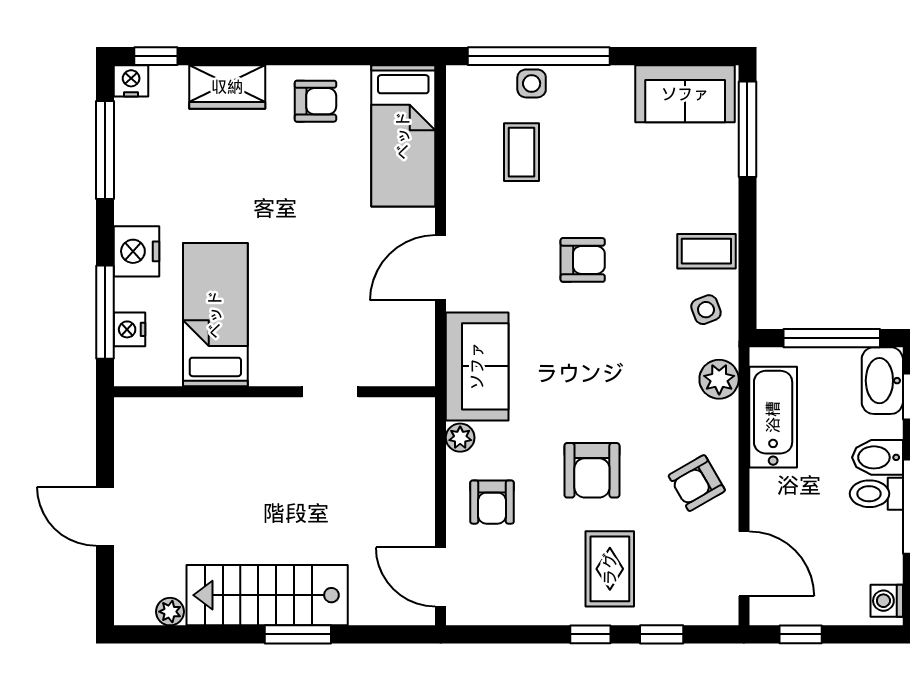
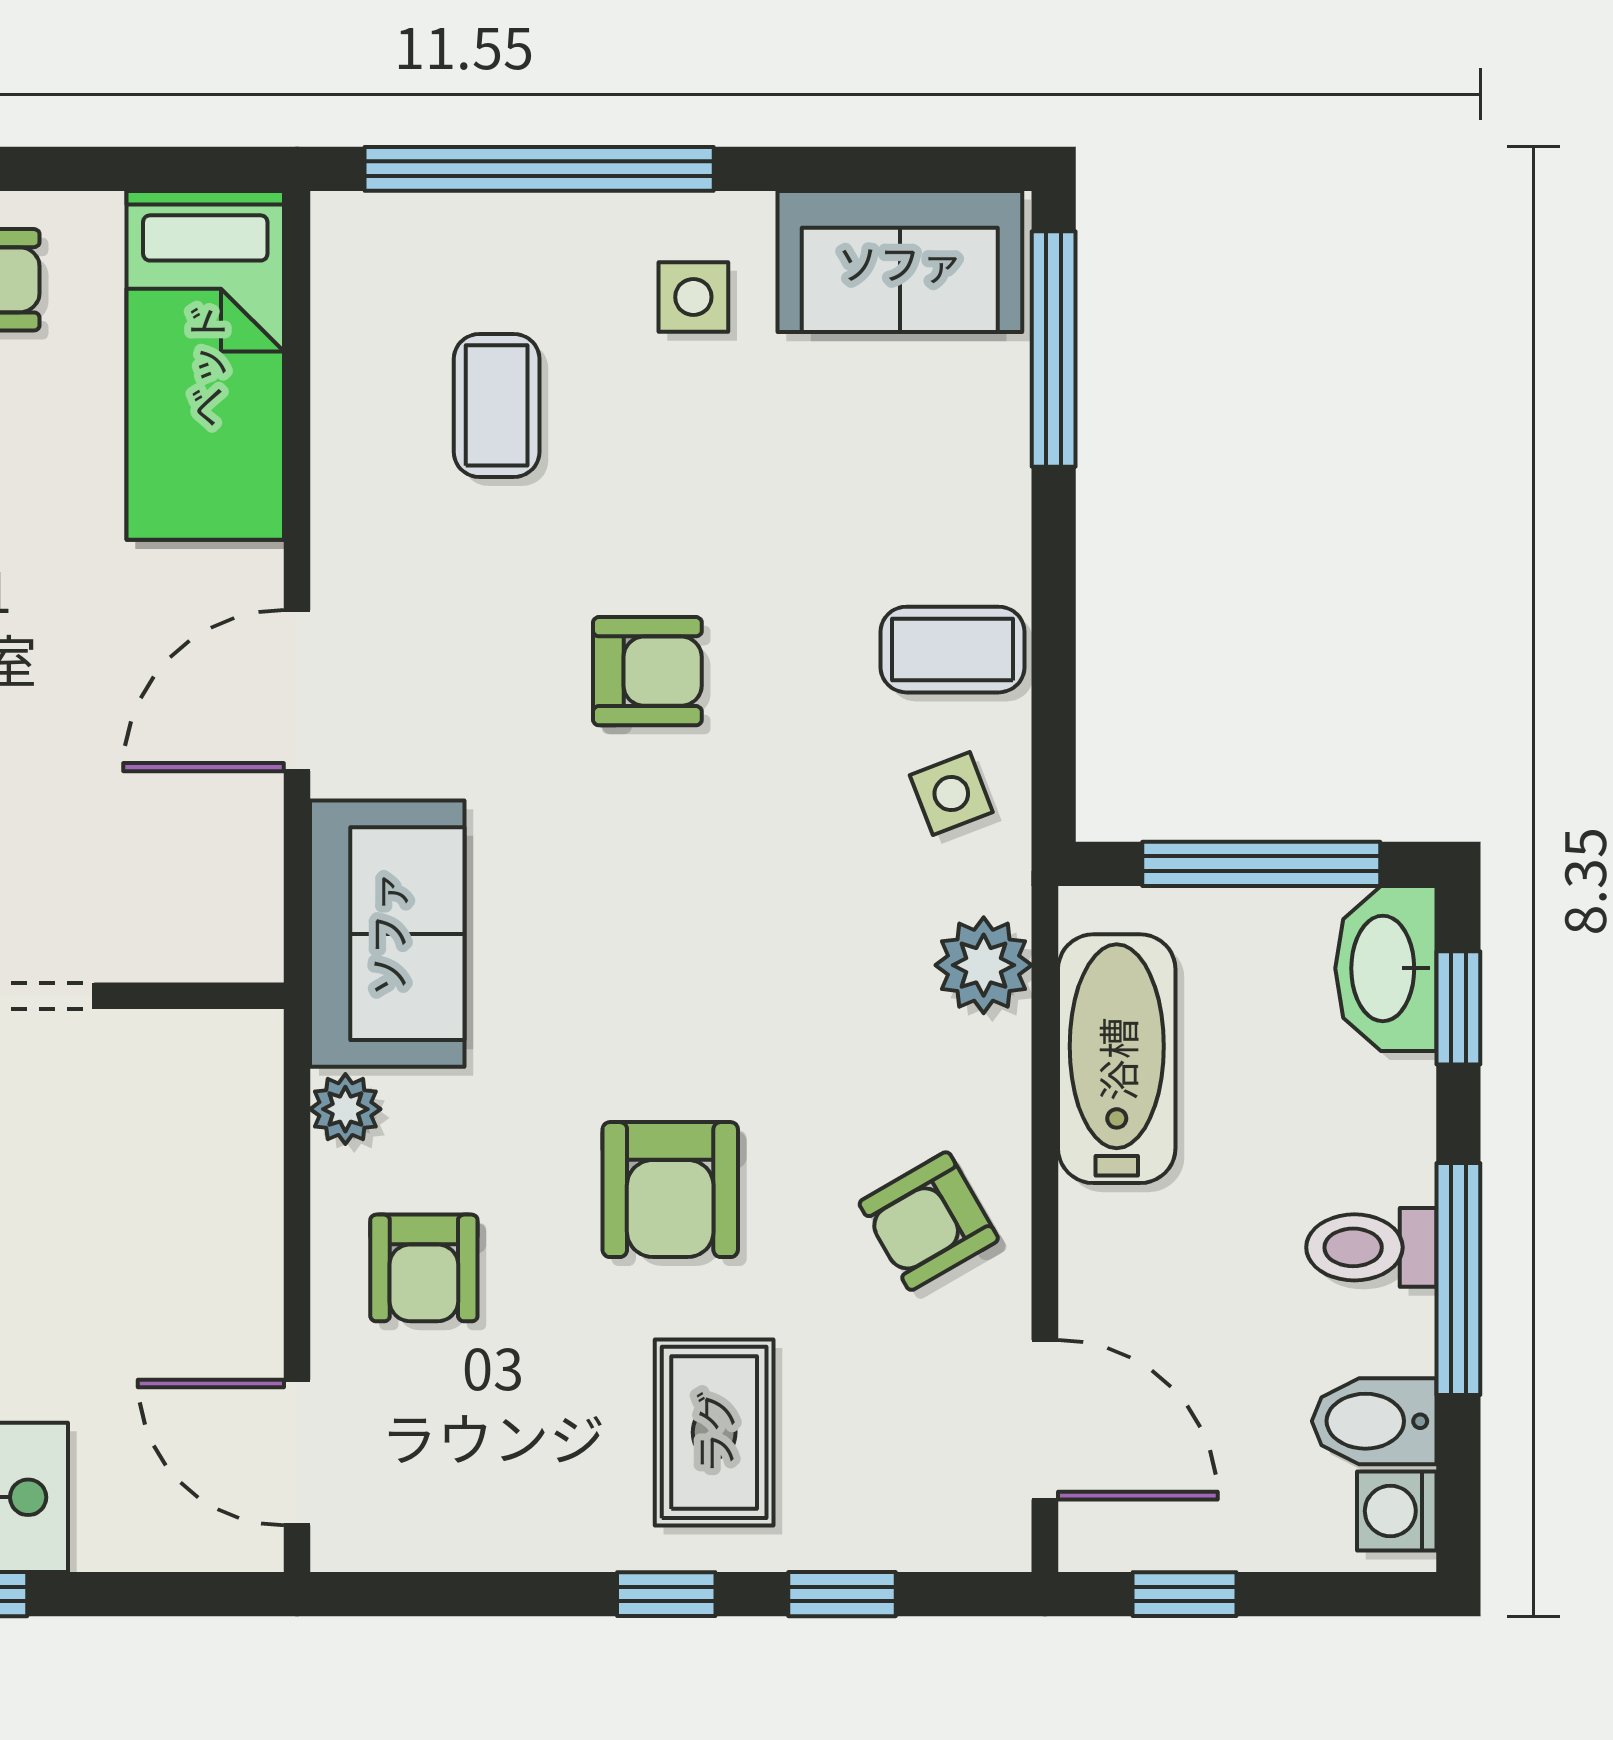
side table: (532, 83) -> (693, 297), moved
bidet: (877, 457) -> (1374, 1421), moved

